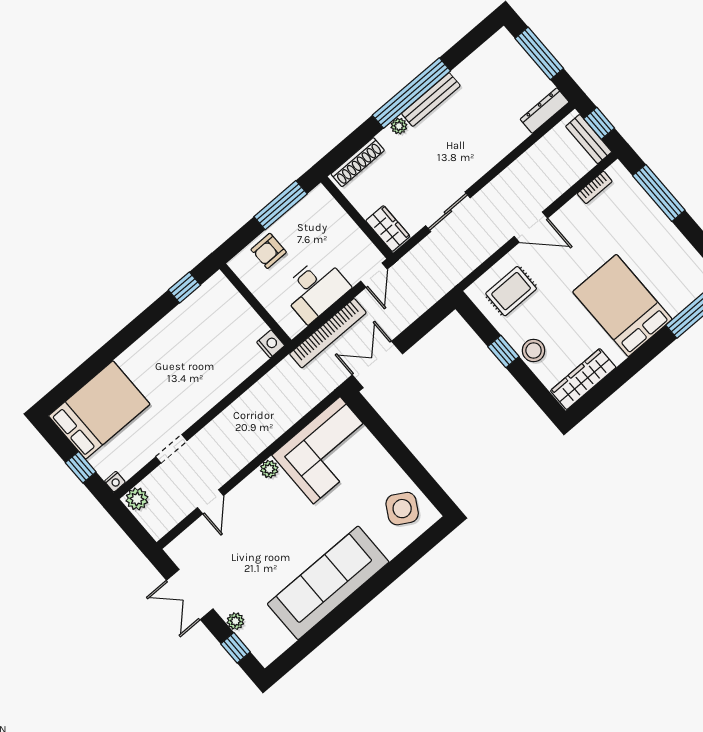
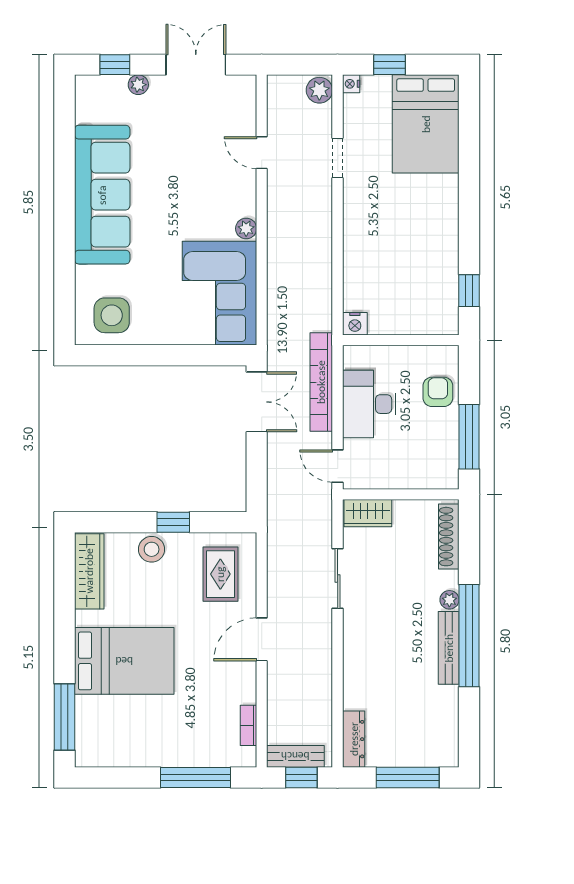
side table: (402, 509) -> (112, 315), turned -30

